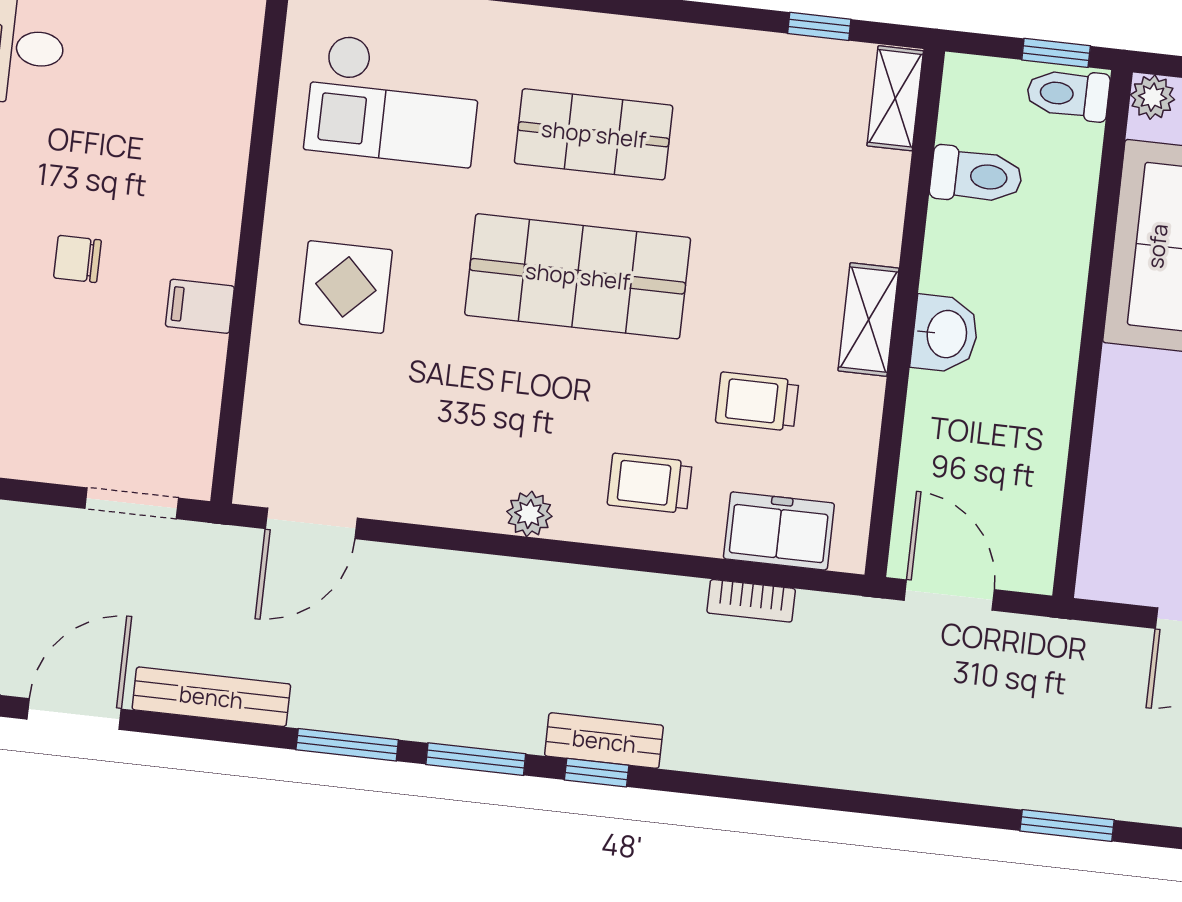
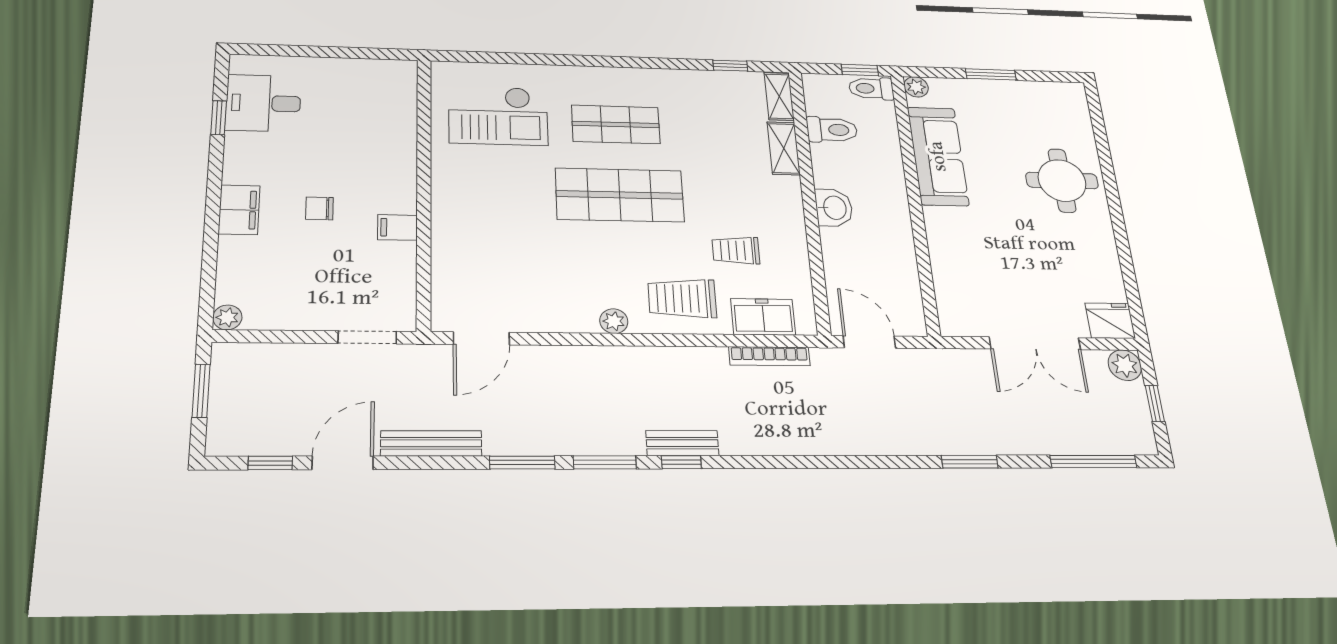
display table: (346, 287) -> (484, 211), removed
shelving: (869, 320) -> (784, 148), moved
trolley: (650, 483) -> (682, 298), width x1.36, depth x1.39
bookcase: (751, 601) -> (769, 356), width x1.56

